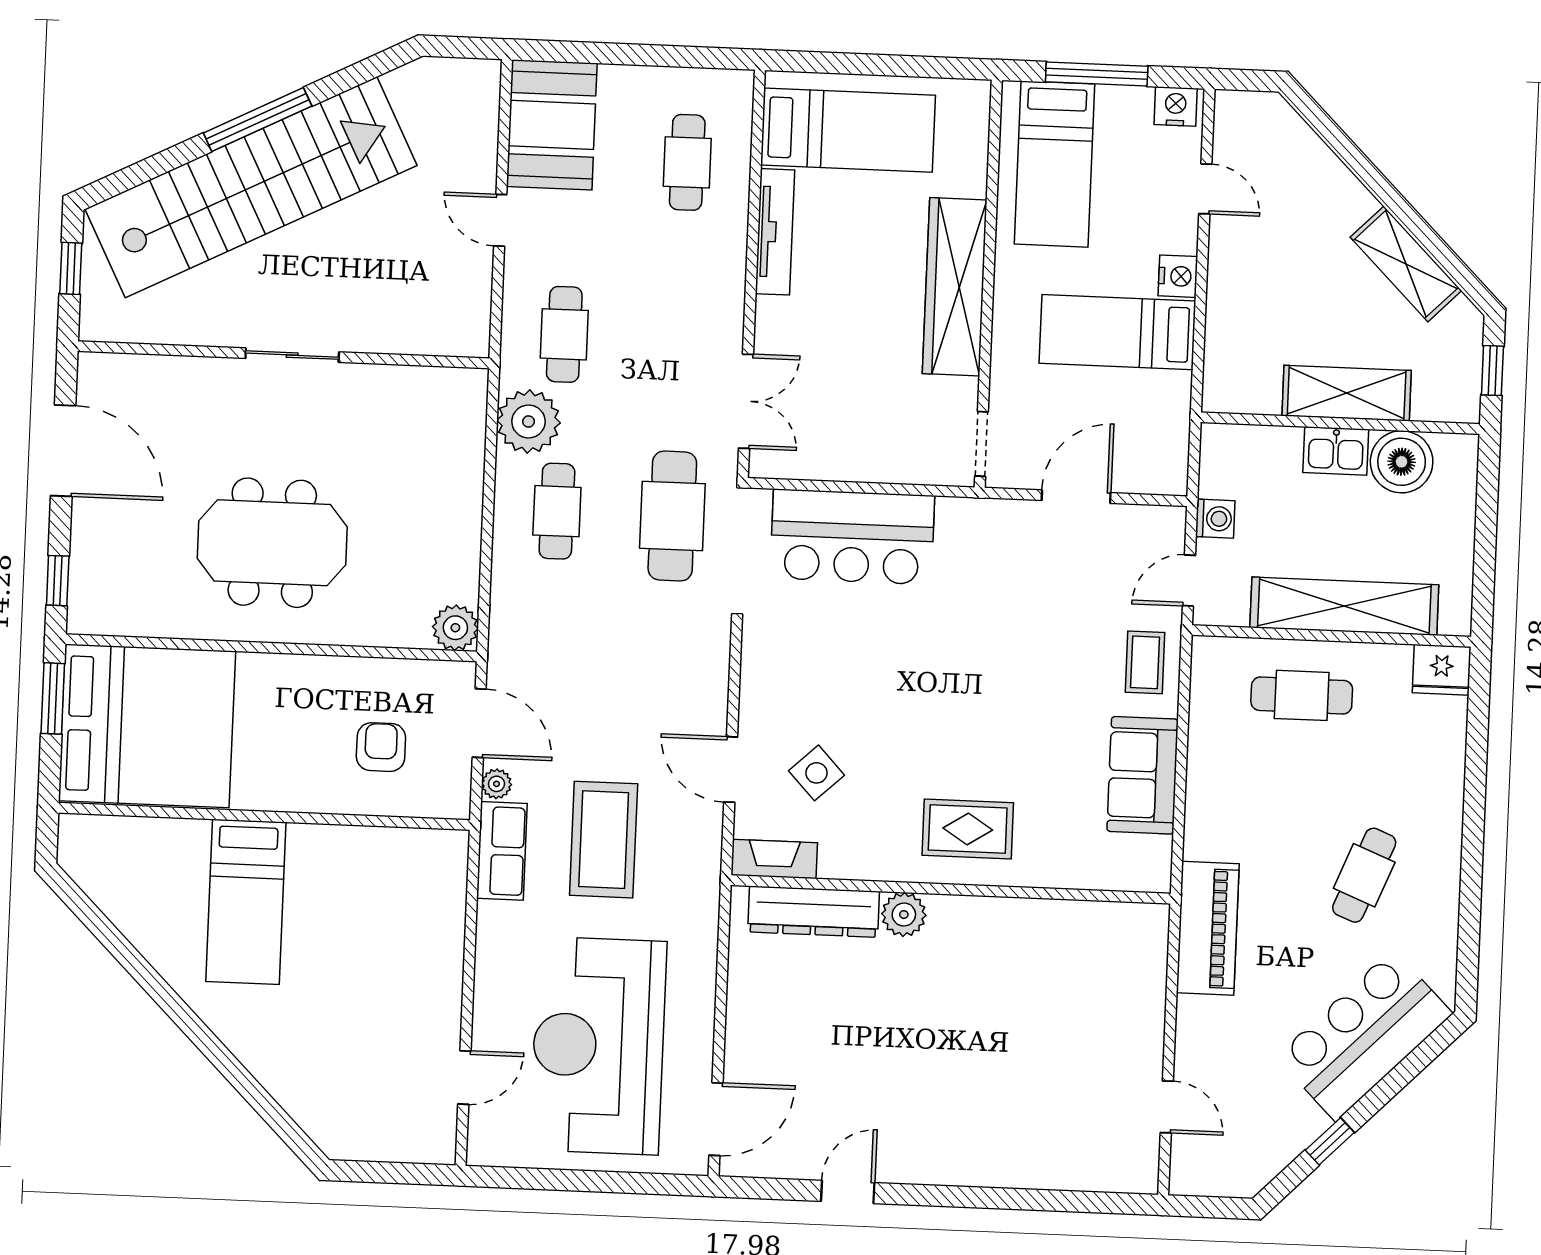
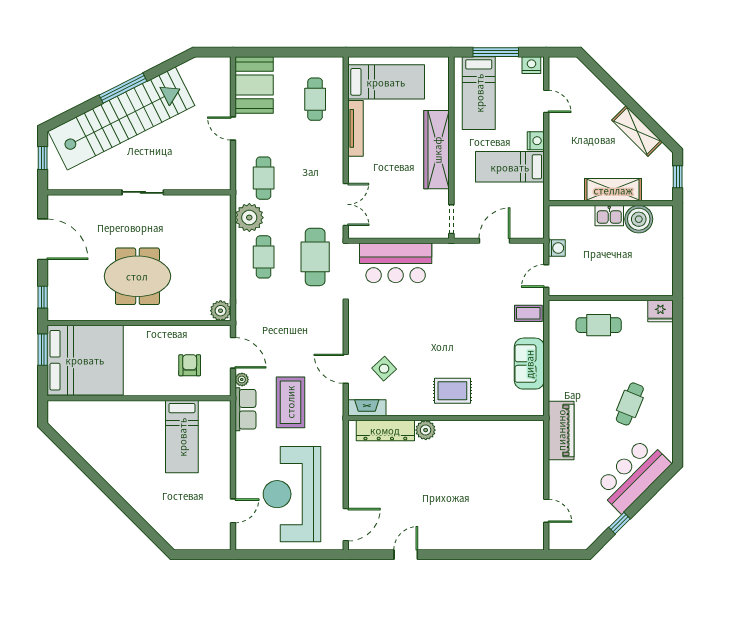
shelving: (1344, 606) -> (616, 285), removed
coffee table: (1145, 662) -> (528, 313), turned 90
bed: (246, 902) -> (182, 437), moved

